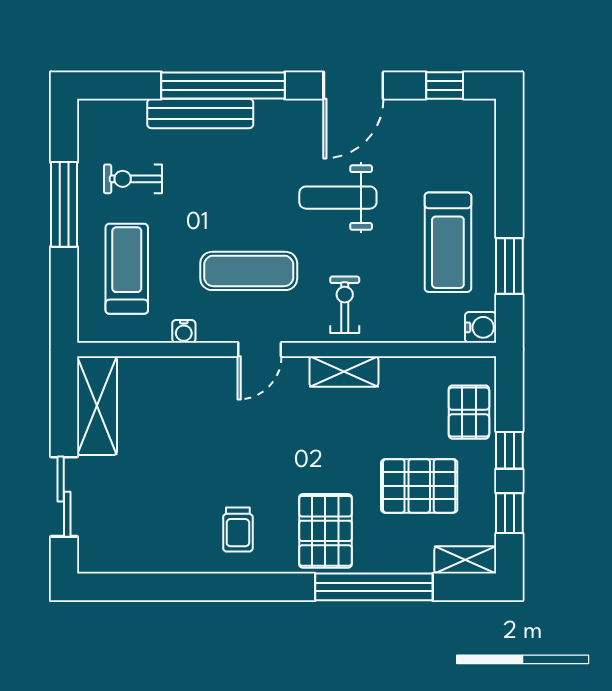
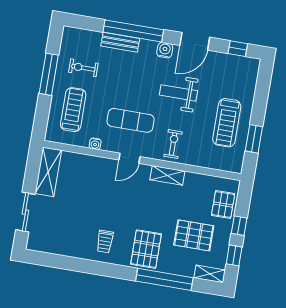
bench: (200, 113) -> (120, 42), width x0.73
water cooler: (481, 327) -> (165, 50), moved, turned -90

